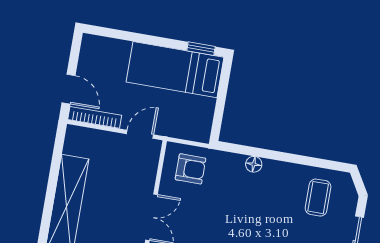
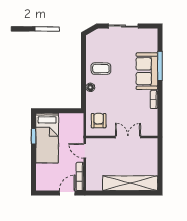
window: (201, 49) -> (33, 136), moved
coffee table: (318, 198) -> (101, 69), moved

